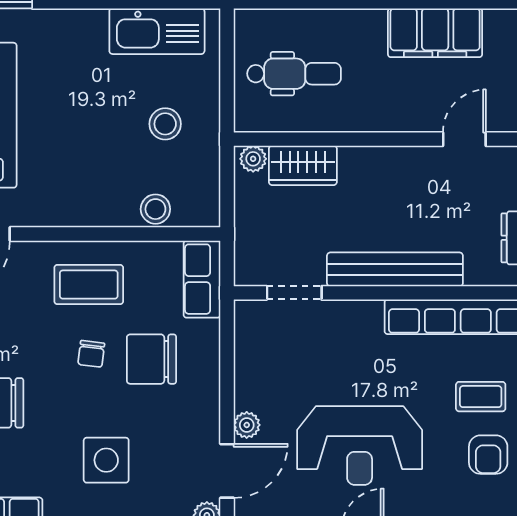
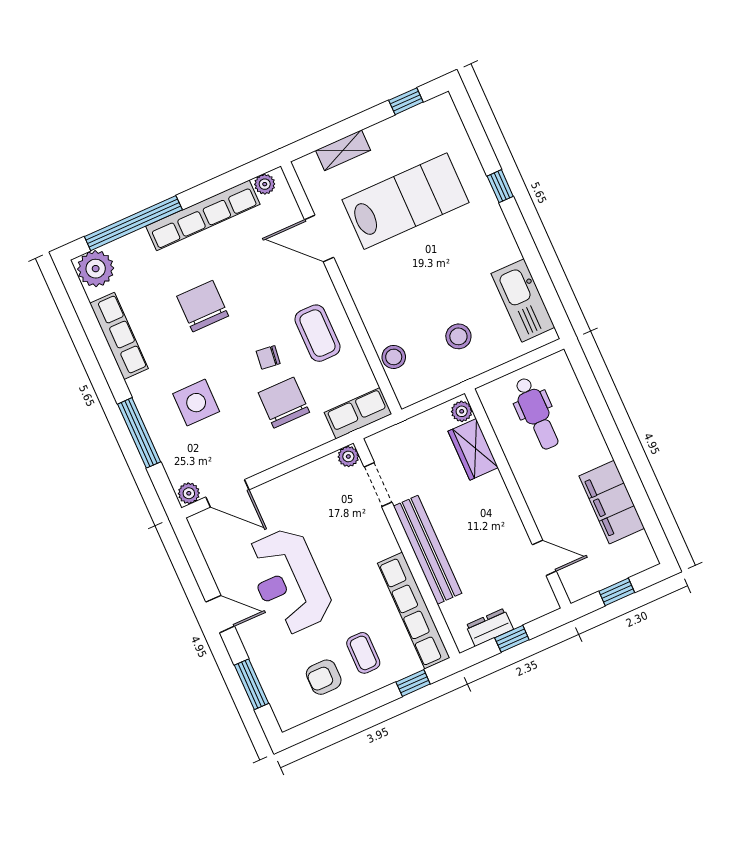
plant: (247, 425) -> (348, 456), moved

